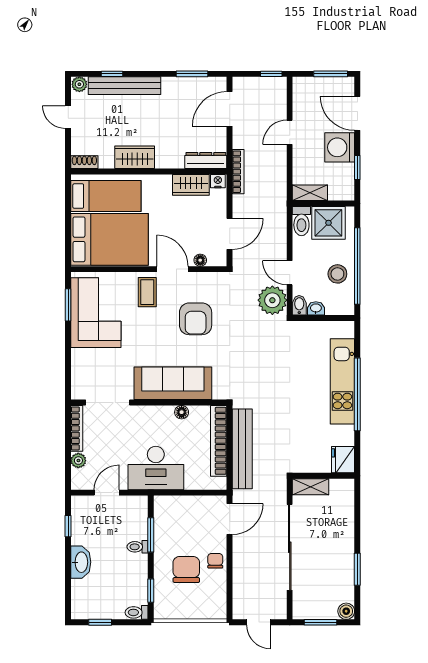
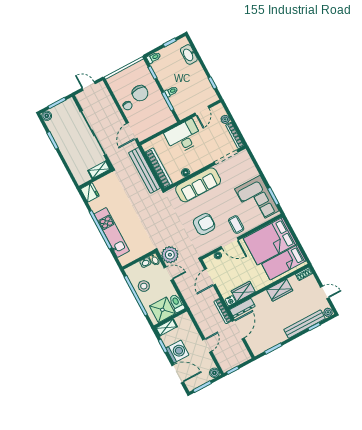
boiler: (301, 85) -> (214, 373), added
door: (230, 109) -> (238, 330), moved
shelving: (310, 193) -> (166, 327), moved
armchair: (196, 319) -> (204, 224), turned 90
washbasin: (81, 562) -> (189, 55), moved

